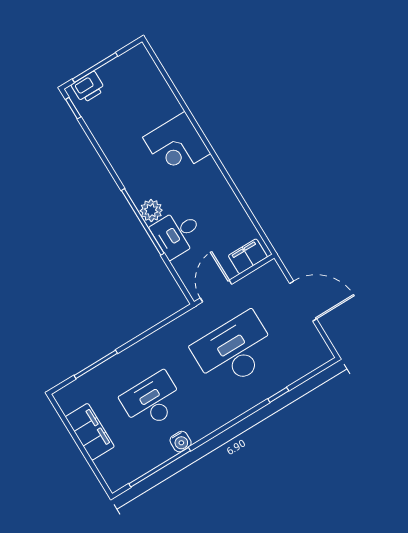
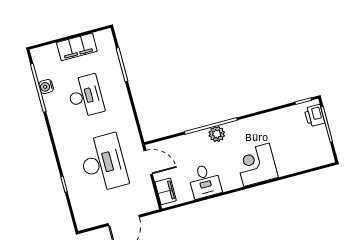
desk: (177, 233) -> (205, 181), moved, turned 180
water cooler: (181, 442) -> (46, 87), moved

